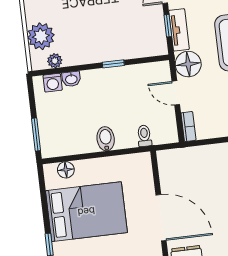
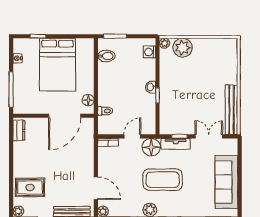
plant: (55, 61) -> (165, 43), moved
washbasin: (71, 79) -> (151, 87), moved
bidet: (106, 139) -> (106, 56), moved
floor lamp: (66, 170) -> (88, 100), moved
door: (161, 218) -> (65, 116), moved

